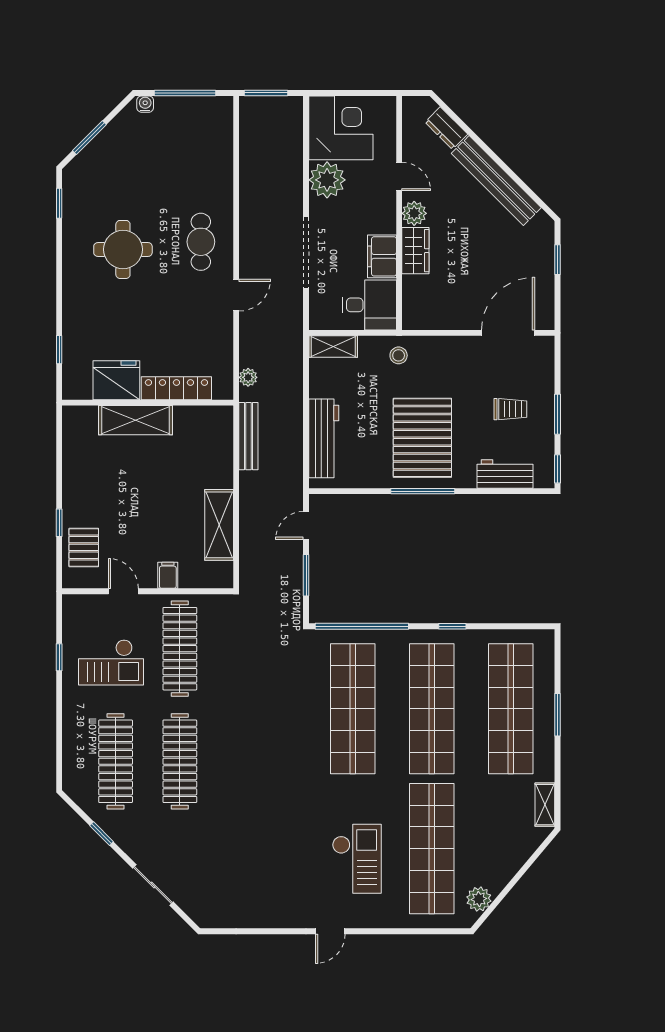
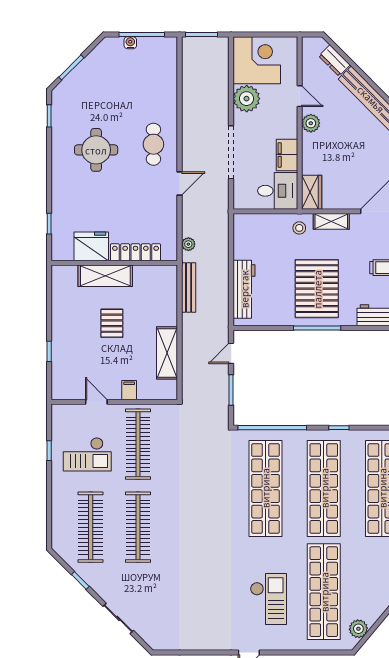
water cooler: (145, 104) -> (130, 43), moved
wardrobe: (415, 251) -> (312, 192), moved
shelving: (333, 346) -> (331, 221), moved
pallet: (84, 547) -> (112, 323), moved

